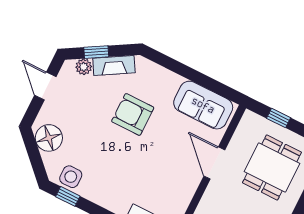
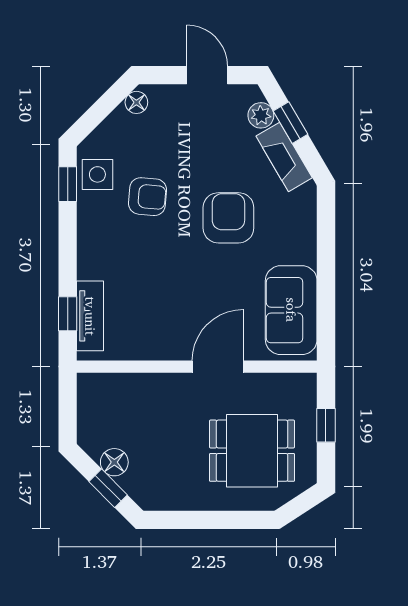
door: (45, 86) -> (207, 75), hinge flipped
floor lamp: (49, 138) -> (136, 102), width x0.53, depth x0.53
armchair: (98, 154) -> (147, 197), added

